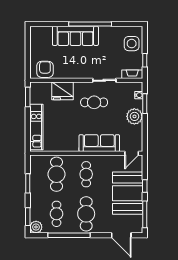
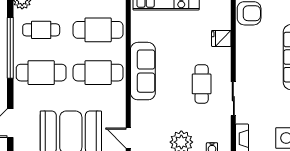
fridge: (62, 91) -> (221, 38), width x0.53, depth x0.75
sofa: (99, 143) -> (143, 71), moved
cafe table: (86, 174) -> (98, 73), width x1.37, depth x1.35

